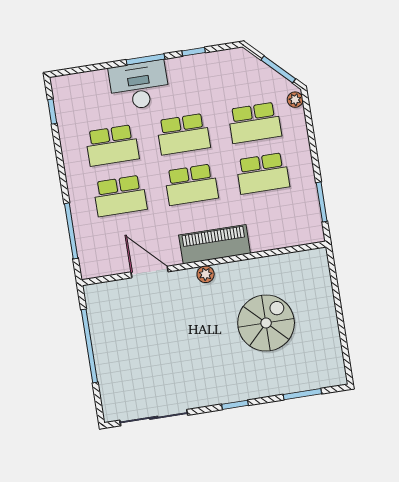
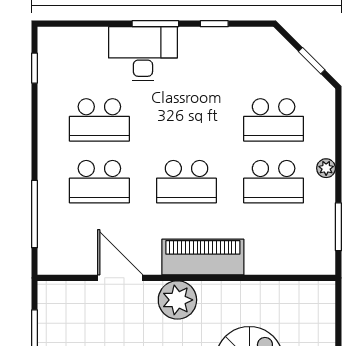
window: (278, 69) -> (312, 61), width x0.67
plant: (295, 100) -> (326, 168), moved
school desk: (183, 134) -> (186, 120), removed
plant: (206, 274) -> (177, 300), width x1.87, depth x1.87

